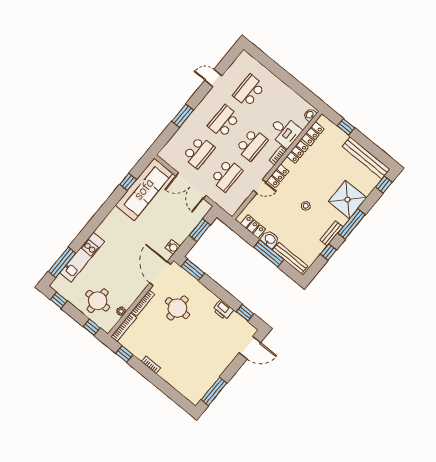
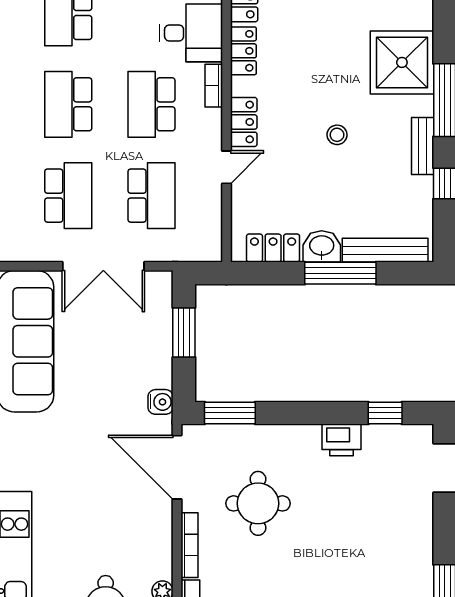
school desk: (252, 144) -> (151, 104), turned 180

